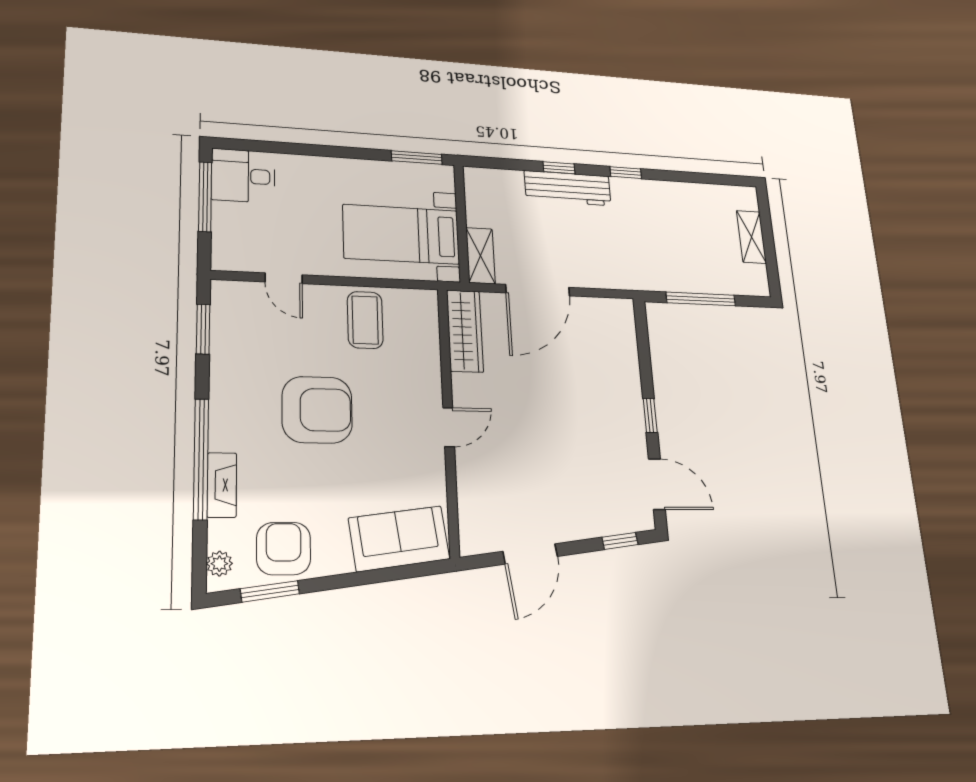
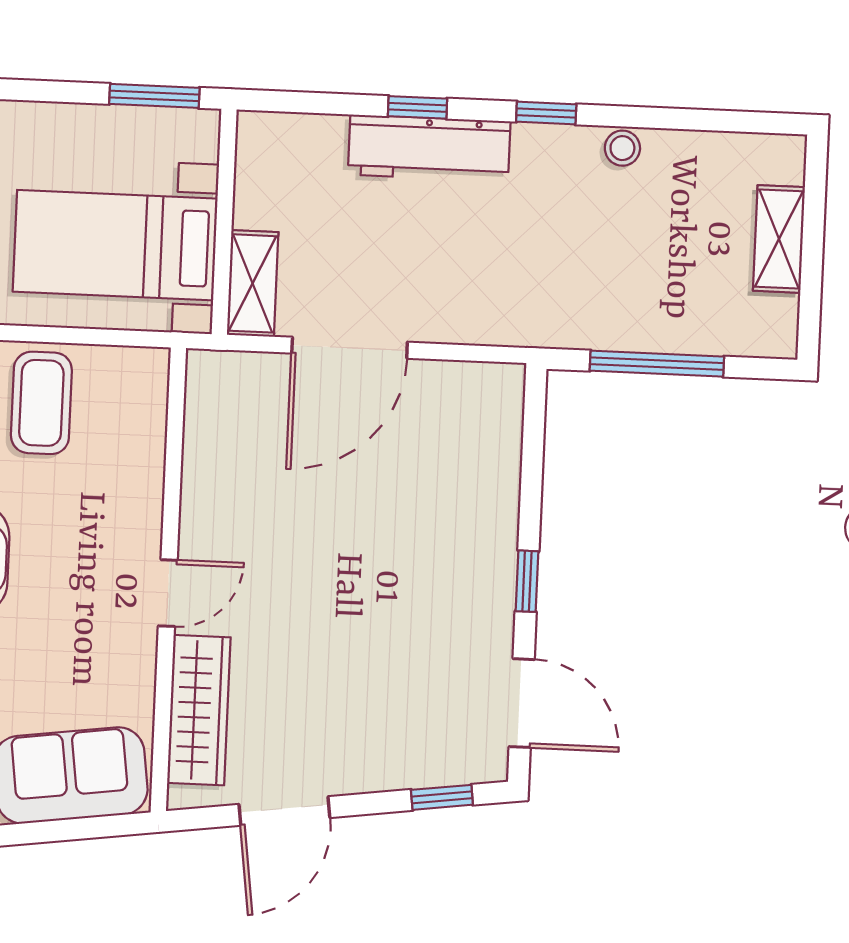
stool: (667, 191) -> (622, 148), added
wardrobe: (465, 331) -> (199, 710), moved

